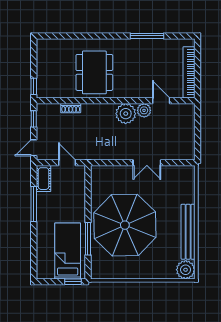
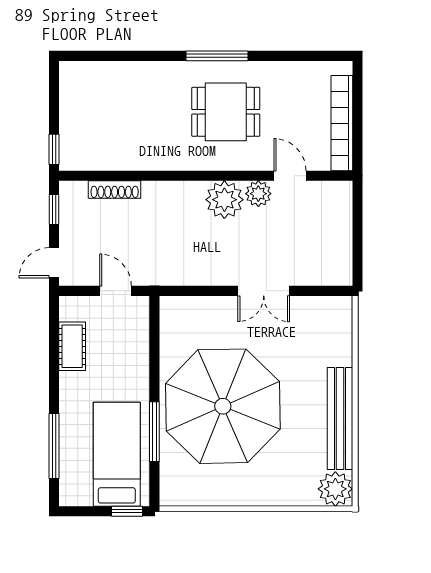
window: (147, 36) -> (217, 56), moved
dining table: (94, 72) -> (226, 112), moved, width x0.73
shoe rack: (71, 108) -> (115, 190), width x1.43
cot: (44, 179) -> (72, 346), moved
window: (34, 204) -> (54, 446), moved

